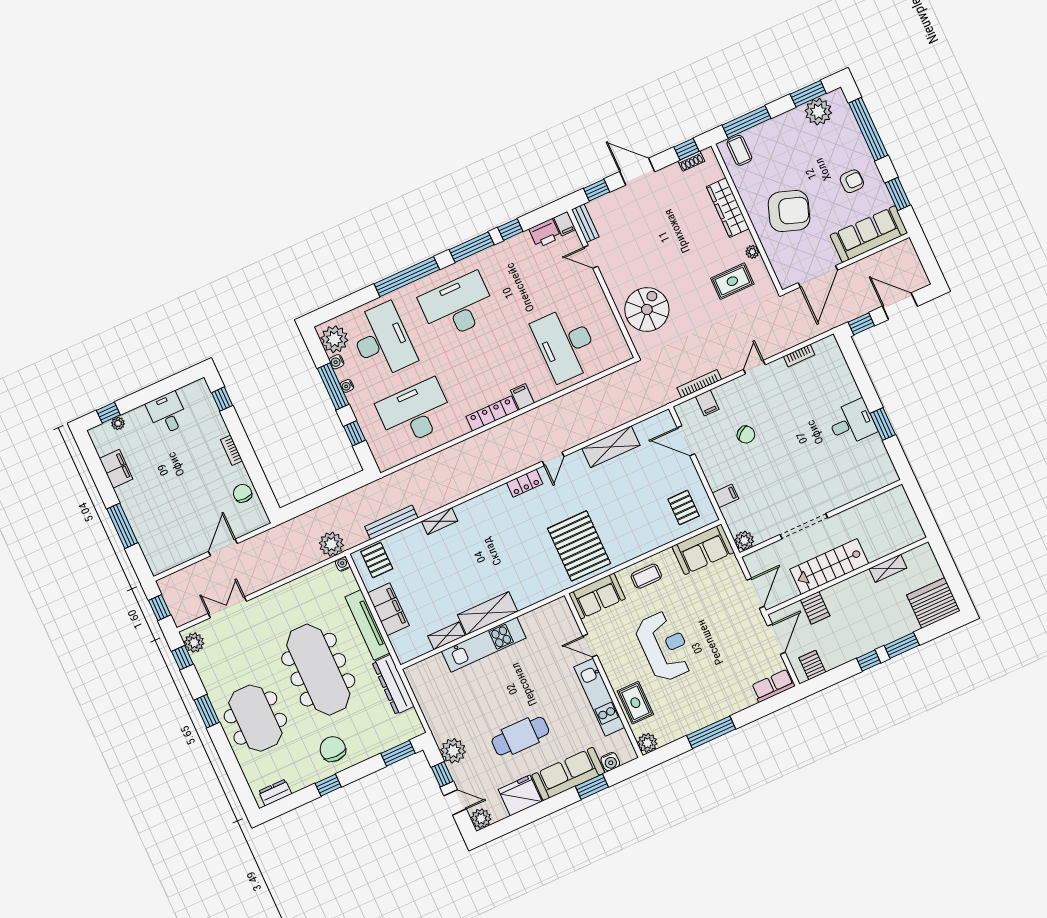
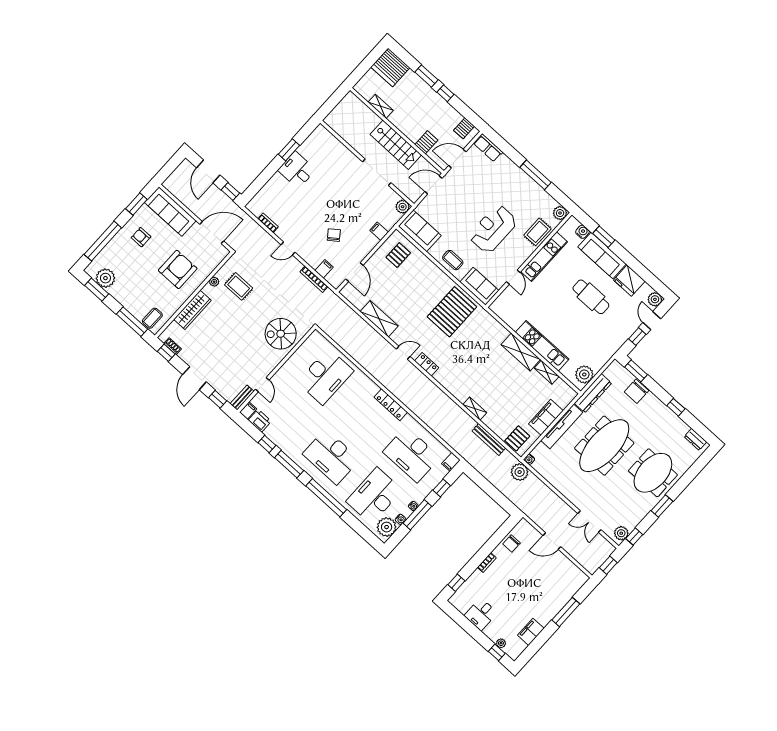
armchair: (789, 211) -> (178, 269), turned 71
filing cabinet: (522, 397) -> (451, 462), moved
chair: (333, 749) -> (636, 391), moved
plant: (453, 751) -> (584, 374), moved

